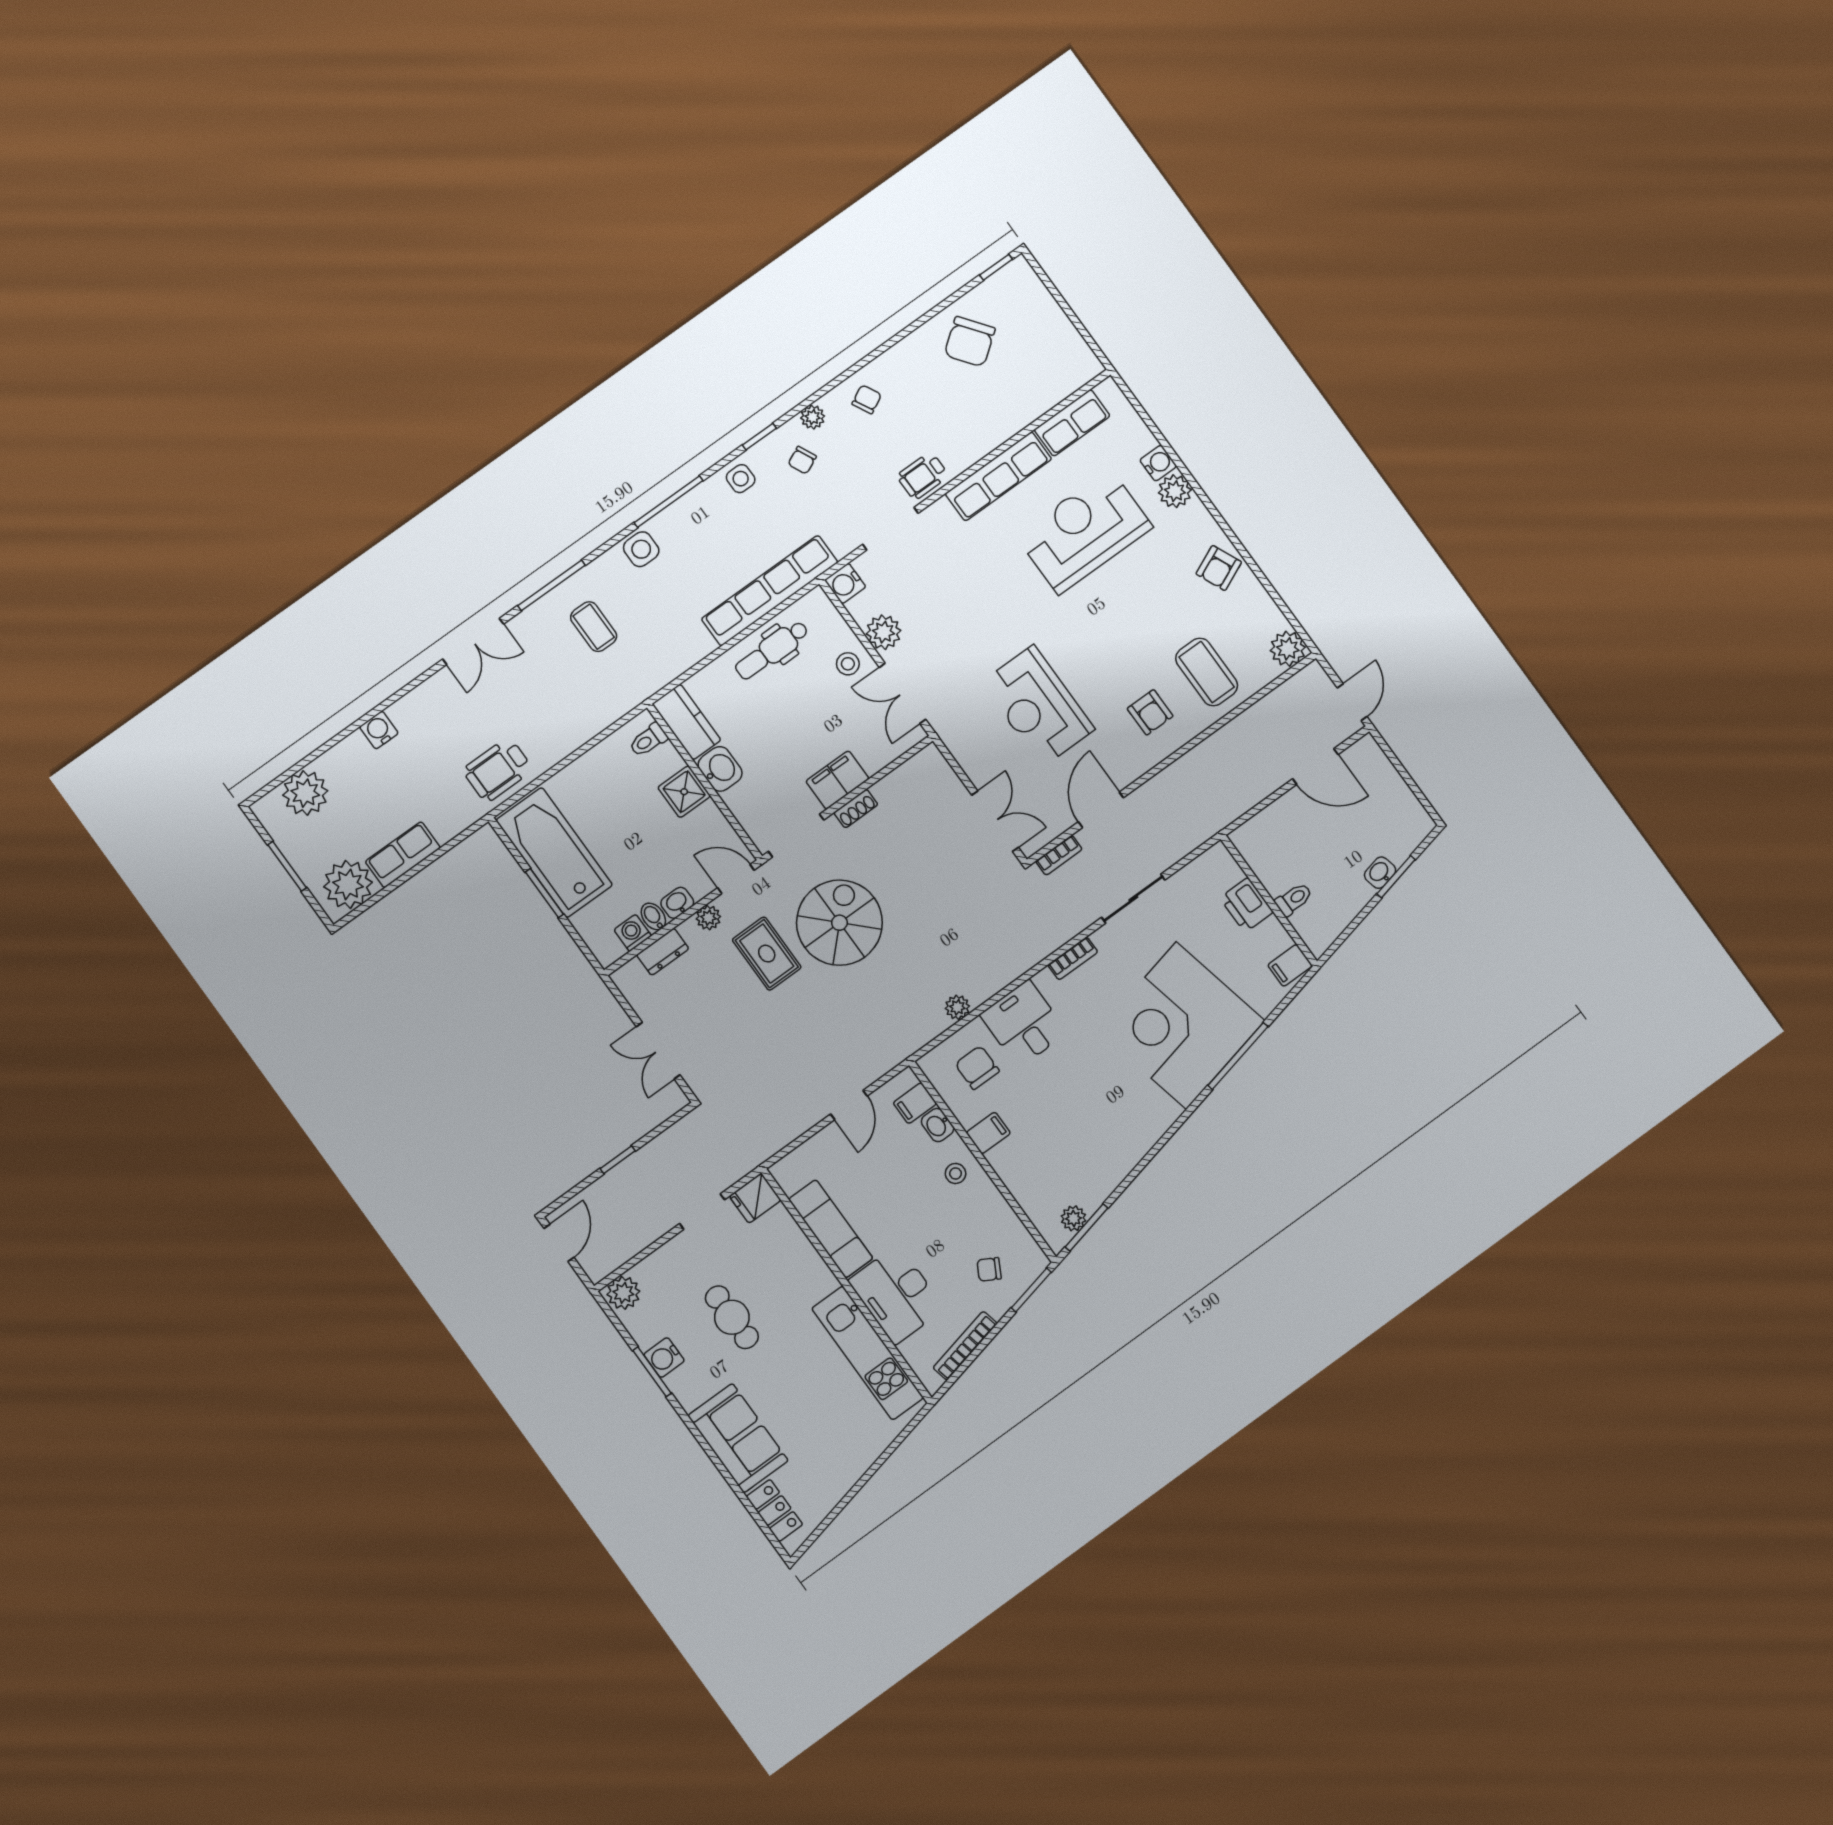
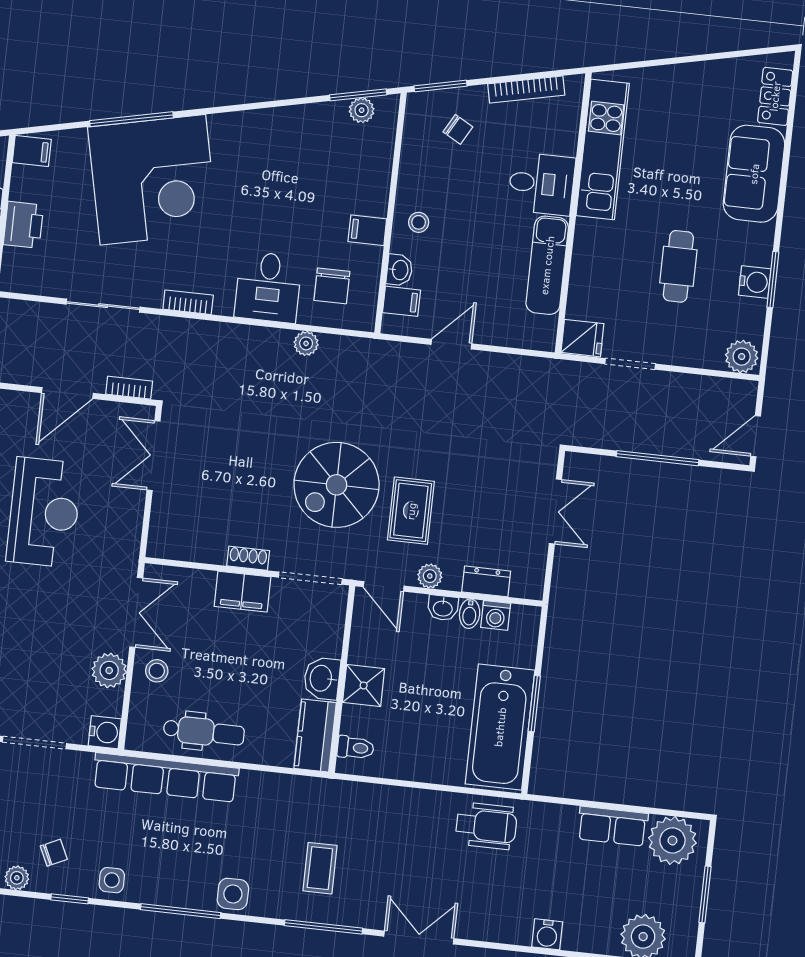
window: (618, 1160) -> (658, 458), width x2.17
desk: (896, 1295) -> (542, 184), width x0.73

